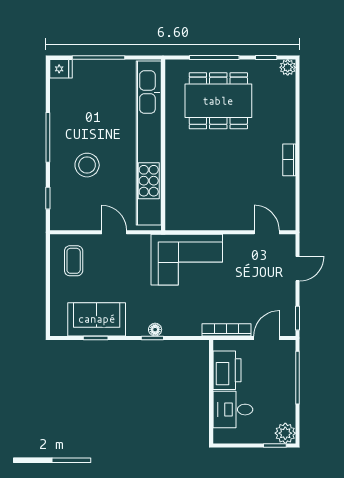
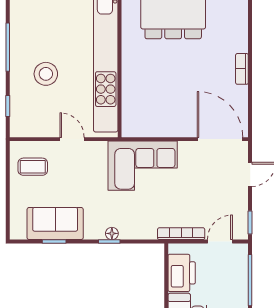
door: (267, 232) -> (220, 139), width x1.88
coffee table: (74, 261) -> (33, 167), turned 90

